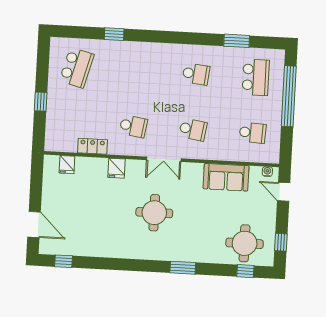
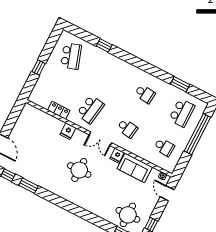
school desk: (77, 68) -> (71, 56), turned -33
school desk: (133, 126) -> (90, 109), width x1.85
fridge: (67, 165) -> (117, 156), moved
window: (183, 268) -> (28, 186), moved

